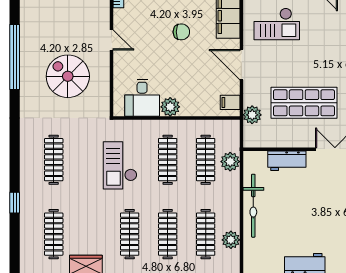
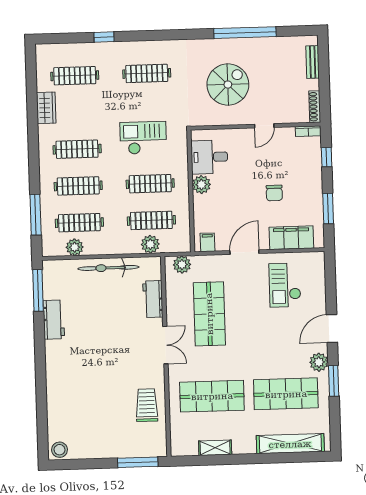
plant: (252, 115) -> (182, 265), moved

